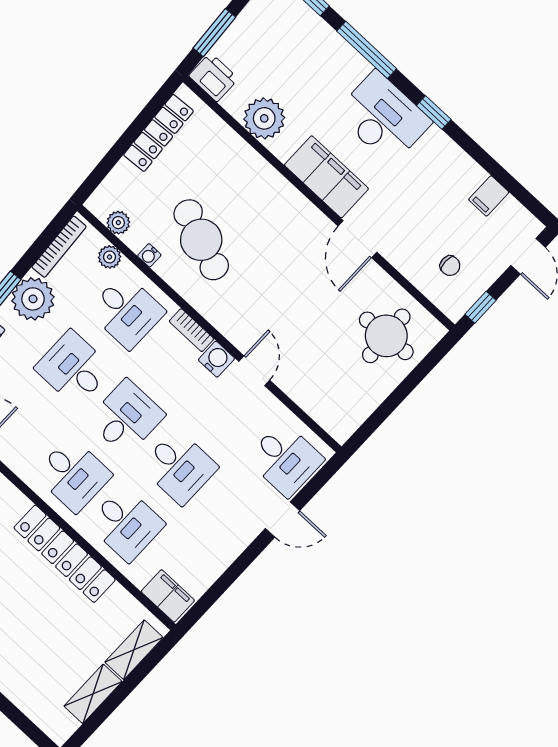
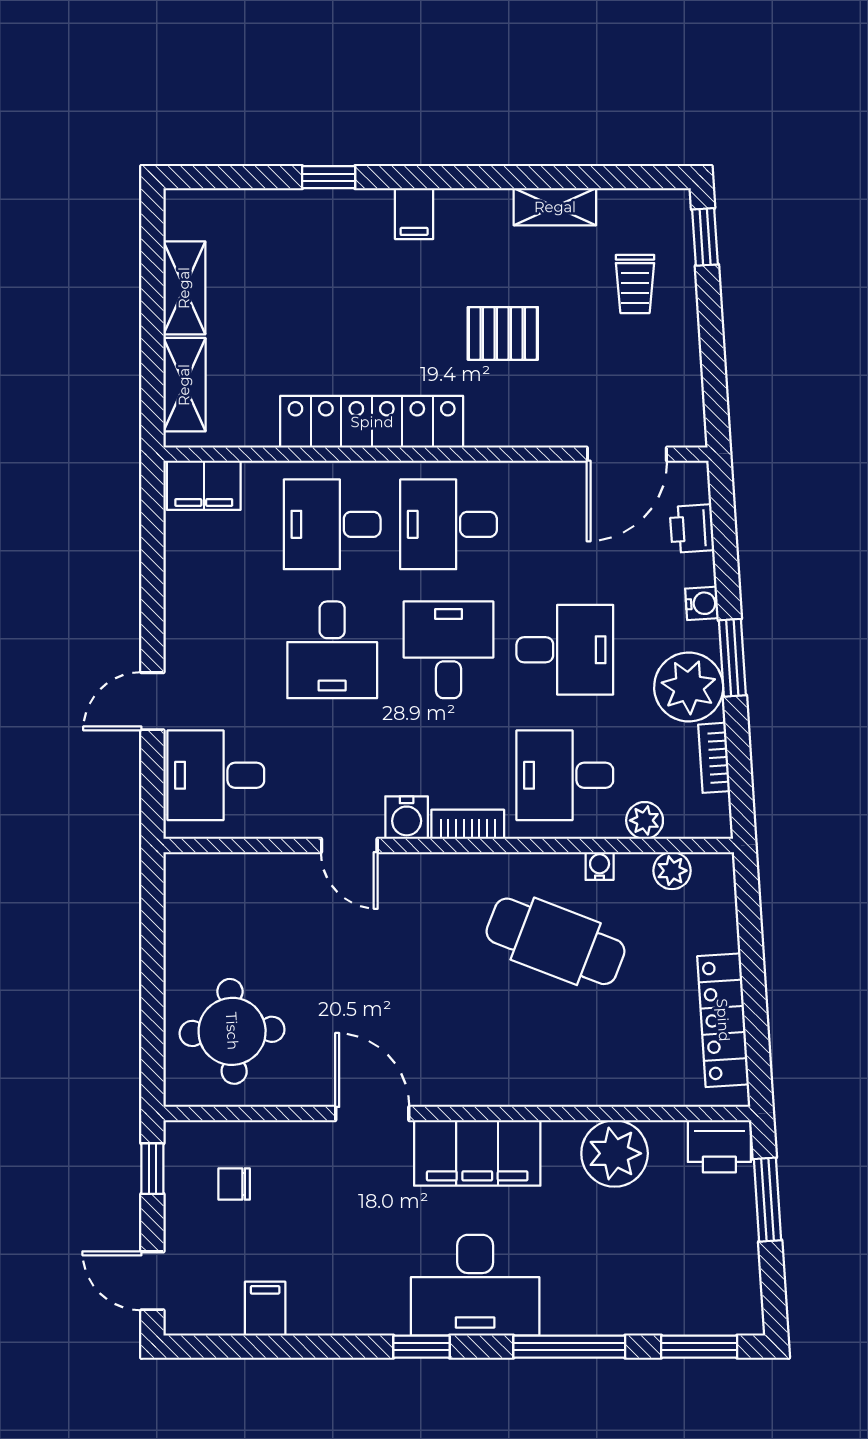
bookcase: (59, 247) -> (714, 758), width x0.64
desk: (126, 418) -> (448, 650), turned 180
desk: (179, 467) -> (332, 650), turned -90

